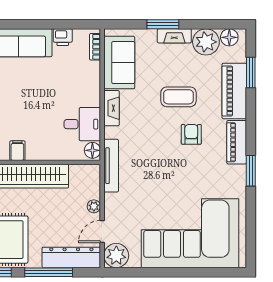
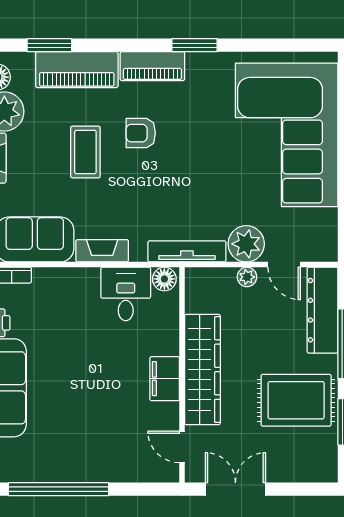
filing cabinet: (17, 151) -> (165, 379), width x2.00
plant: (116, 256) -> (246, 244), moved

